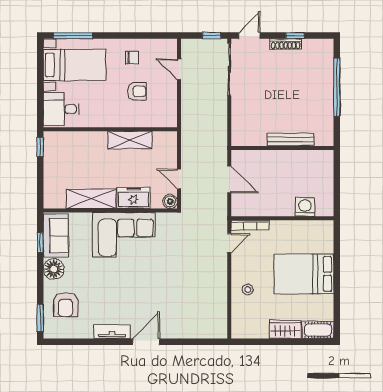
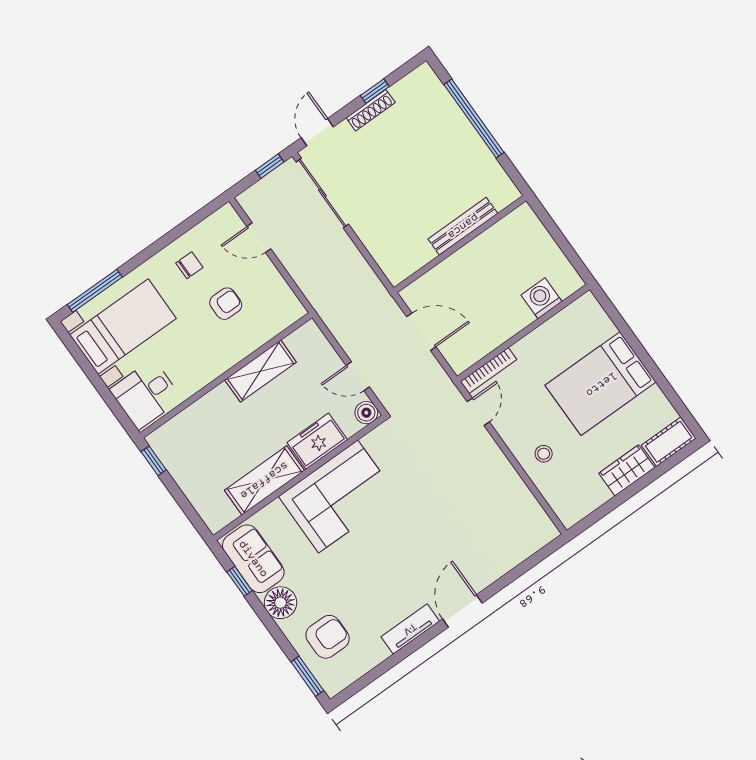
armchair: (66, 305) -> (328, 637), turned -90

